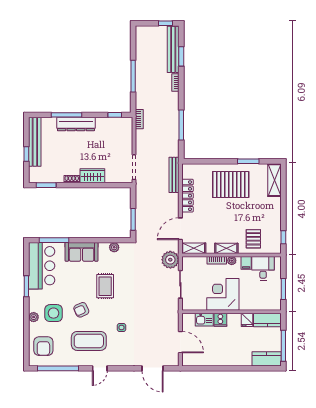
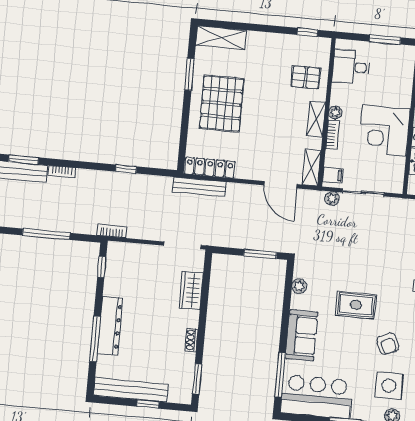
window: (181, 125) -> (126, 169), width x0.46
wardrobe: (92, 176) -> (191, 290), moved
locker: (187, 196) -> (210, 168), moved
plant: (170, 260) -> (332, 199), width x0.53, depth x0.53
filing cabinet: (246, 263) -> (333, 175), moved

